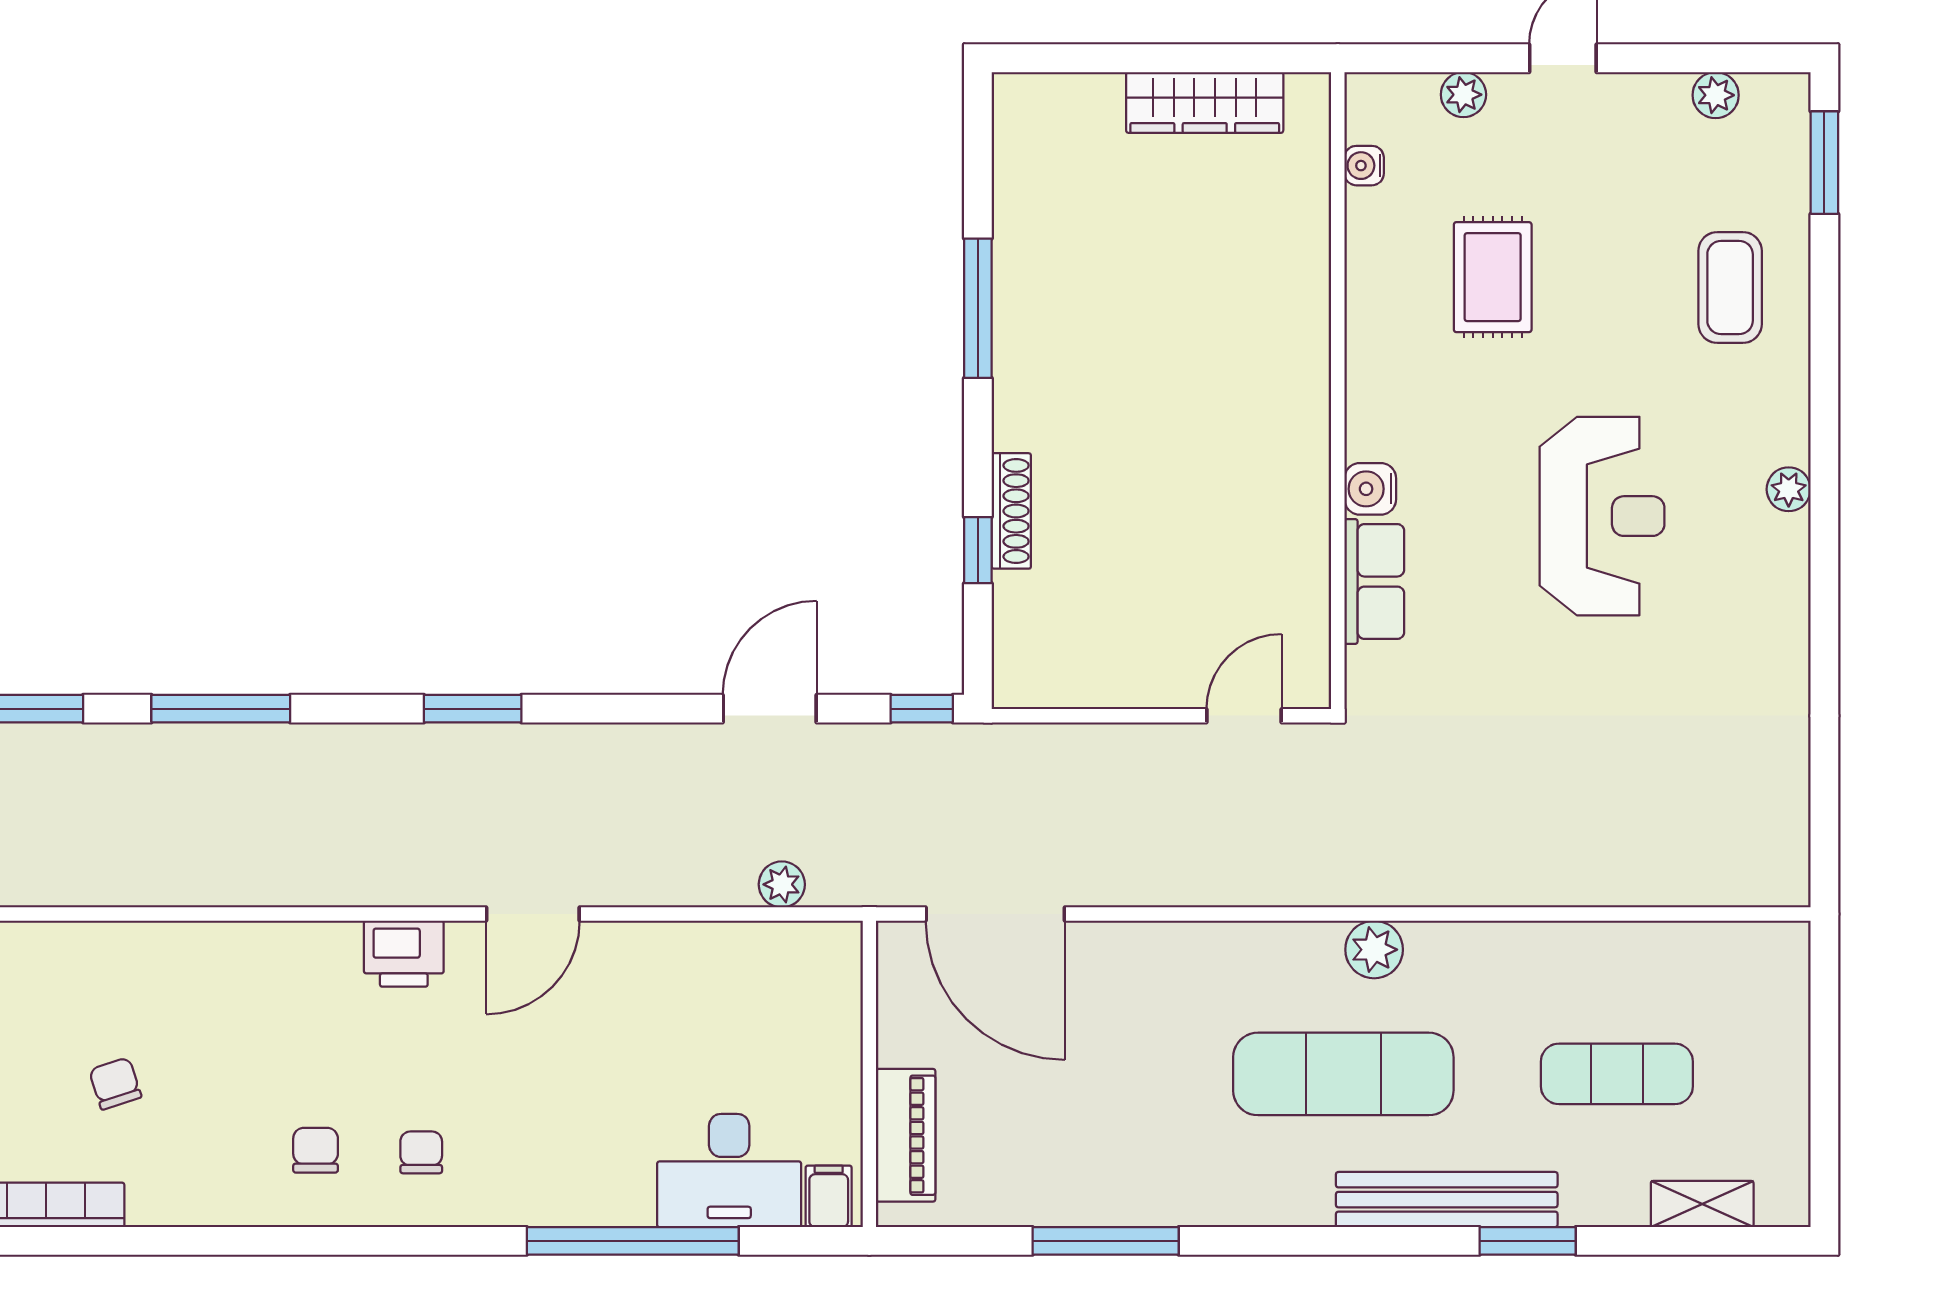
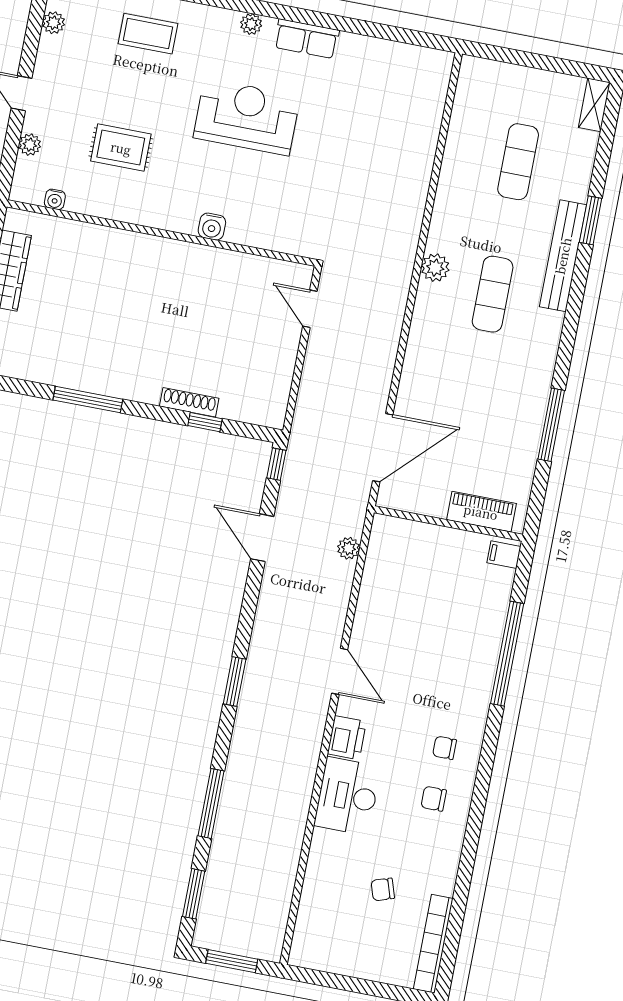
row of seats: (1374, 582) -> (307, 39), moved, turned 180
exercise mat: (1343, 1074) -> (493, 294), width x0.73, depth x0.69
desk: (729, 1171) -> (347, 796), moved, turned 180
shelving: (1702, 1204) -> (594, 105), moved

